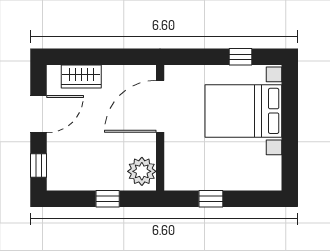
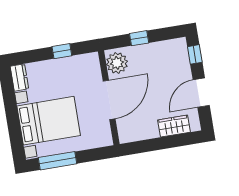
window: (241, 57) -> (58, 161), width x2.17
door: (160, 106) -> (109, 100), moved
dresser: (272, 174) -> (19, 78), added

